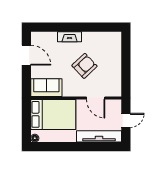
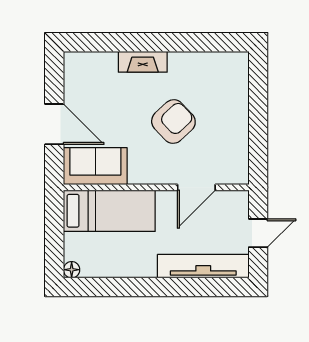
door: (26, 55) -> (54, 124), moved
door: (96, 98) -> (196, 187), hinge flipped
bed: (53, 114) -> (109, 211), width x0.67

